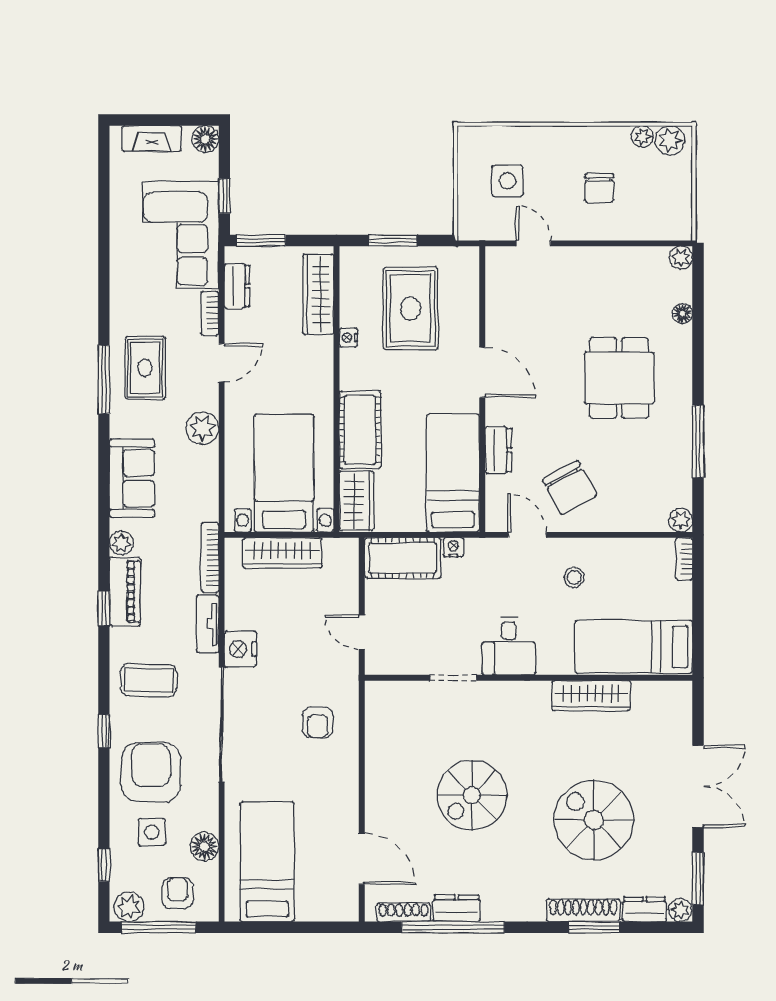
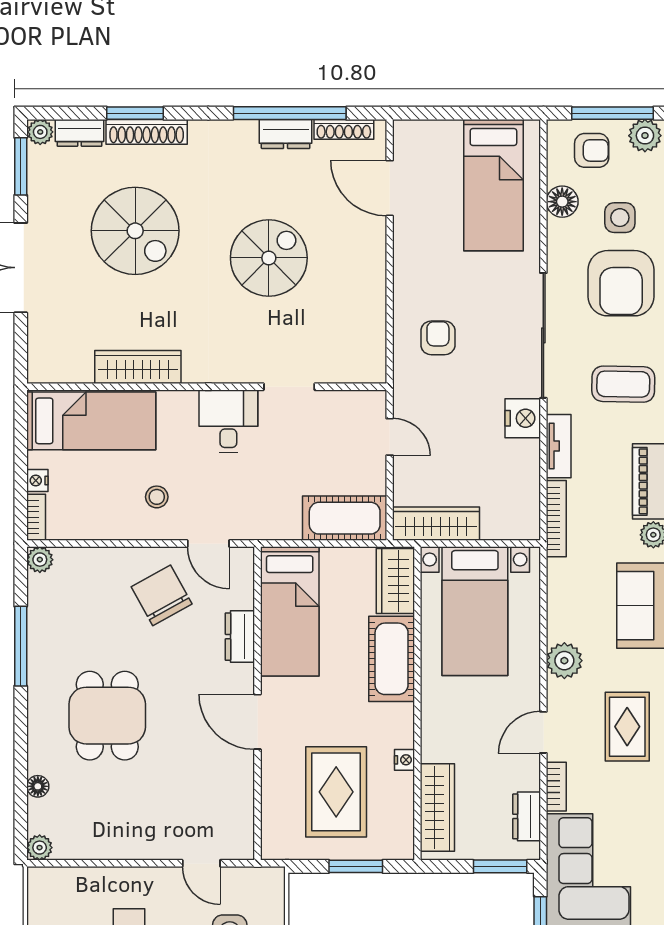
nightstand: (453, 547) -> (37, 480), moved, turned 90
wardrobe: (282, 553) -> (436, 524), moved
armchair: (178, 893) -> (592, 150), turned -90

